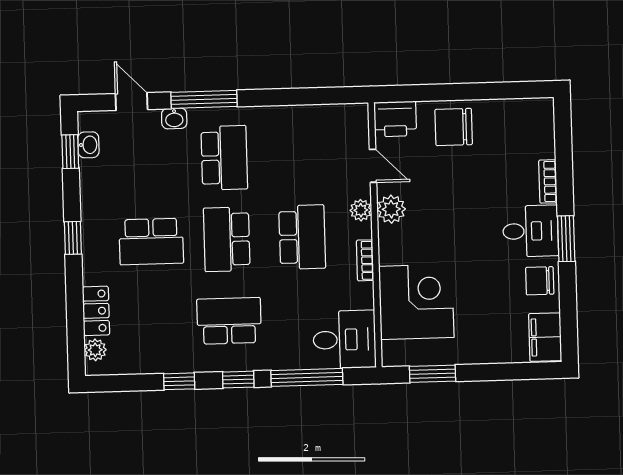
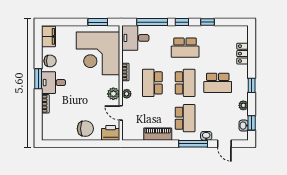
piano: (286, 119) -> (158, 134), added
school desk: (224, 158) -> (185, 118), turned 180
school desk: (151, 242) -> (218, 83), turned 180
corner desk: (416, 302) -> (98, 53), width x1.36, depth x1.36
plant: (95, 350) -> (243, 105), moved

